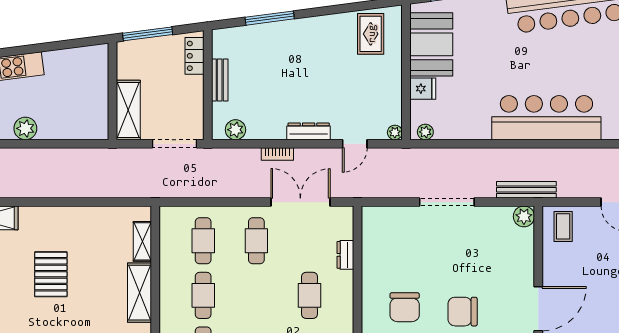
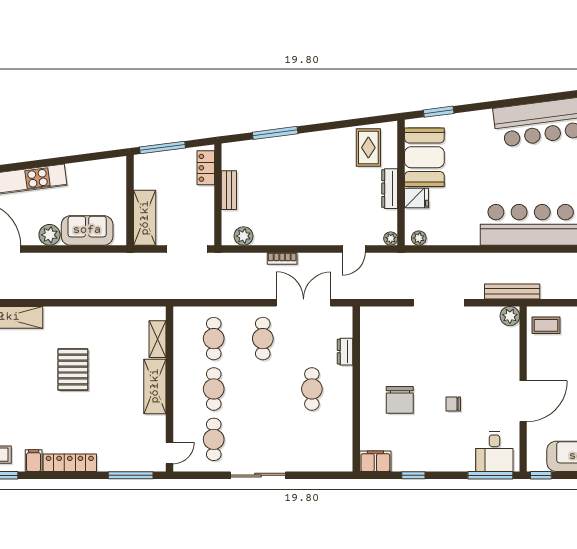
sofa: (66, 124) -> (87, 230), added
dresser: (309, 131) -> (390, 189), moved, turned -90
coffee table: (563, 226) -> (546, 325), turned 90
chair: (463, 312) -> (453, 404), width x0.54, depth x0.54

